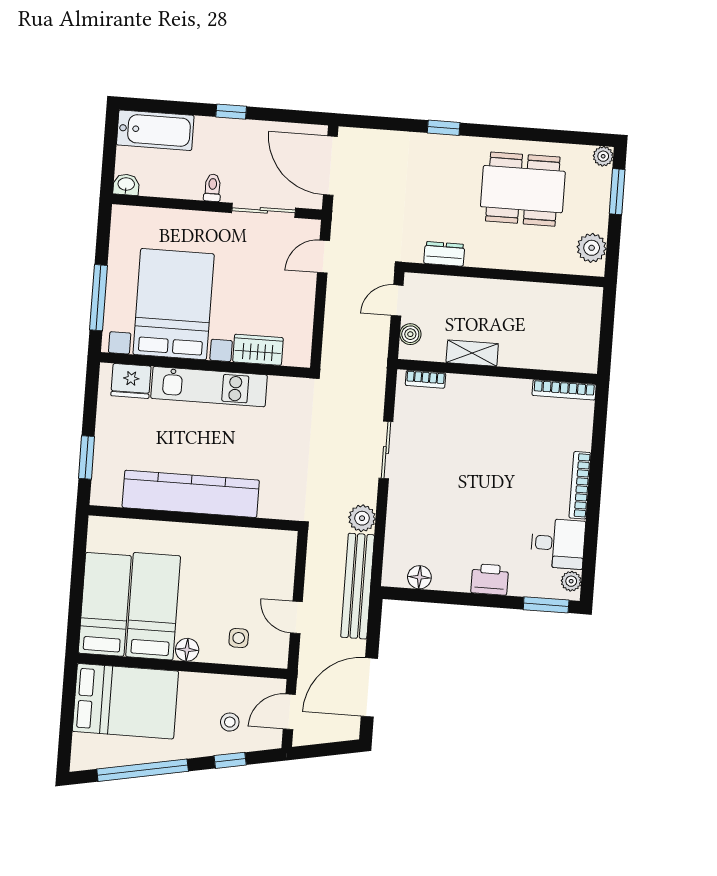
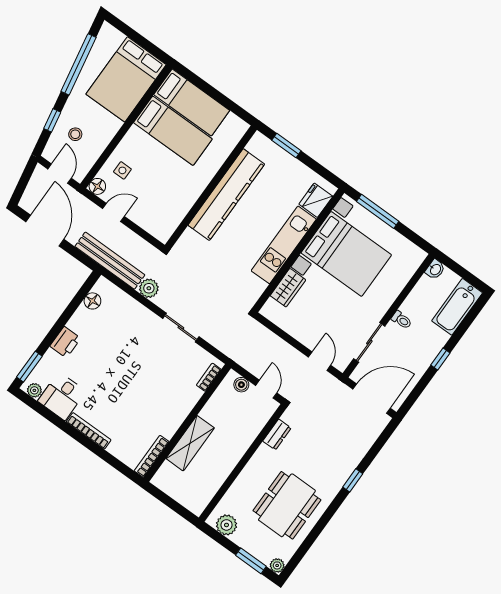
shelving: (472, 353) -> (190, 443), moved, width x1.50, depth x1.33
floor lamp: (187, 650) -> (97, 186), moved

